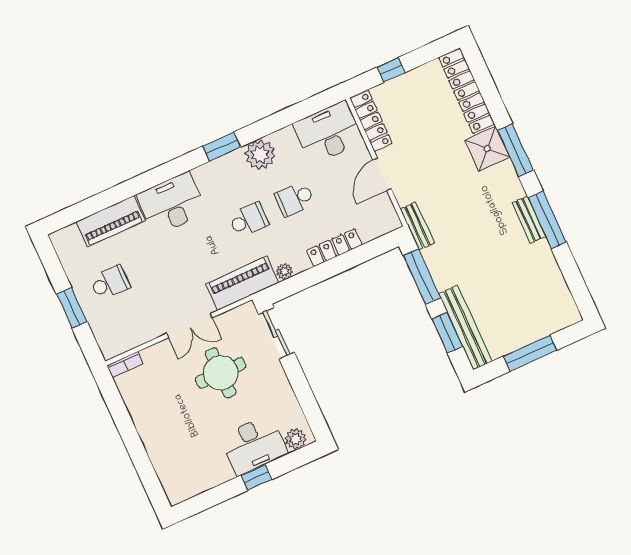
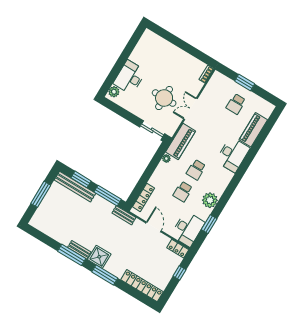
locker: (371, 121) -> (178, 249), width x0.66
window: (222, 147) -> (209, 224), moved
shower: (487, 149) -> (99, 257), moved
school desk: (295, 199) -> (183, 192), turned 180
locker: (334, 248) -> (143, 197), moved
window: (256, 477) -> (119, 65), removed

